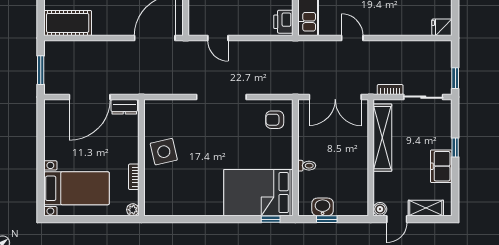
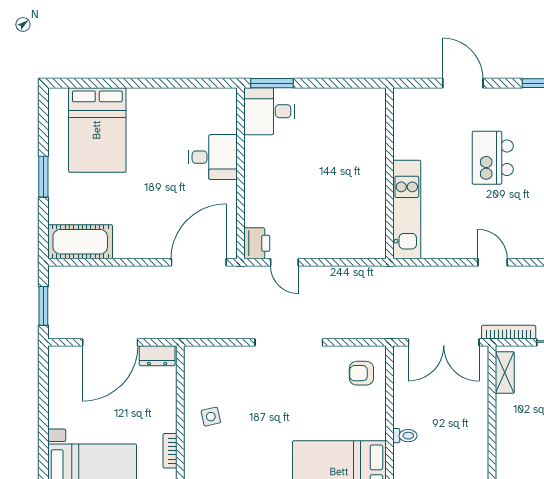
printer: (283, 22) -> (257, 243), moved, turned 180
door: (352, 38) -> (493, 262), moved
bookcase: (390, 89) -> (509, 332), width x1.56
shelving: (382, 138) -> (505, 372), width x0.45, depth x0.75
side table: (164, 152) -> (211, 417), width x0.54, depth x0.54

